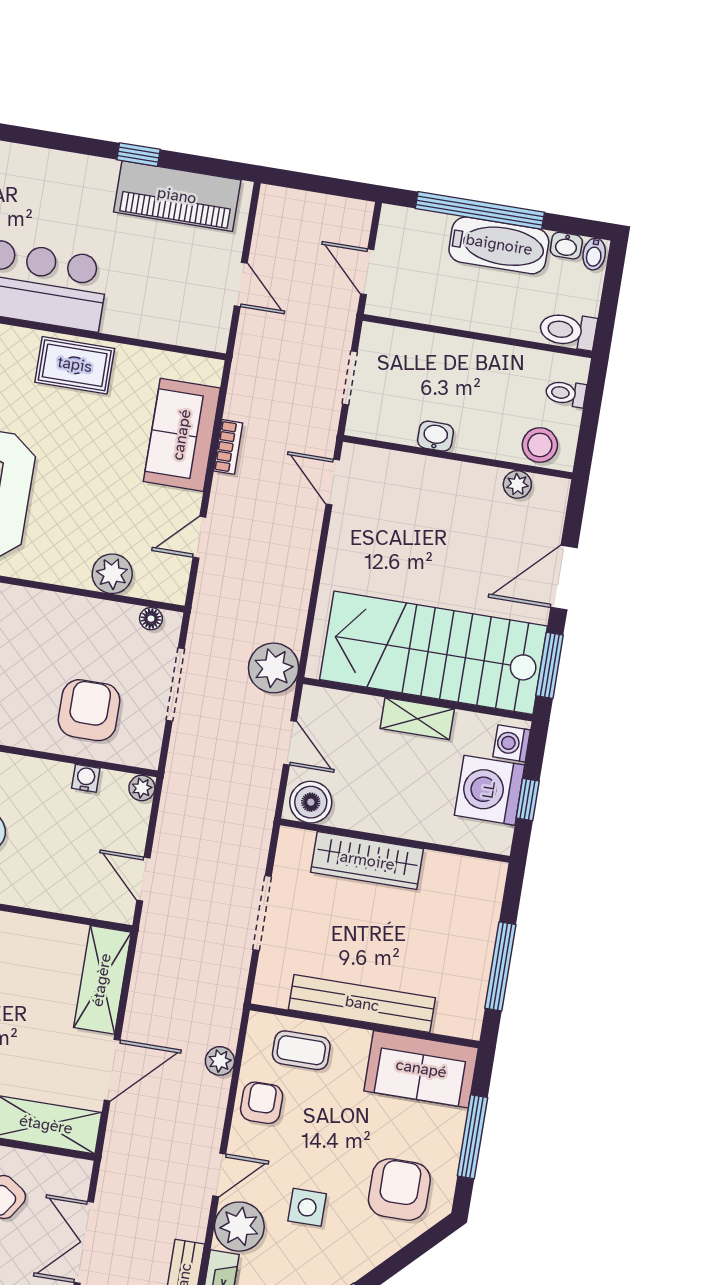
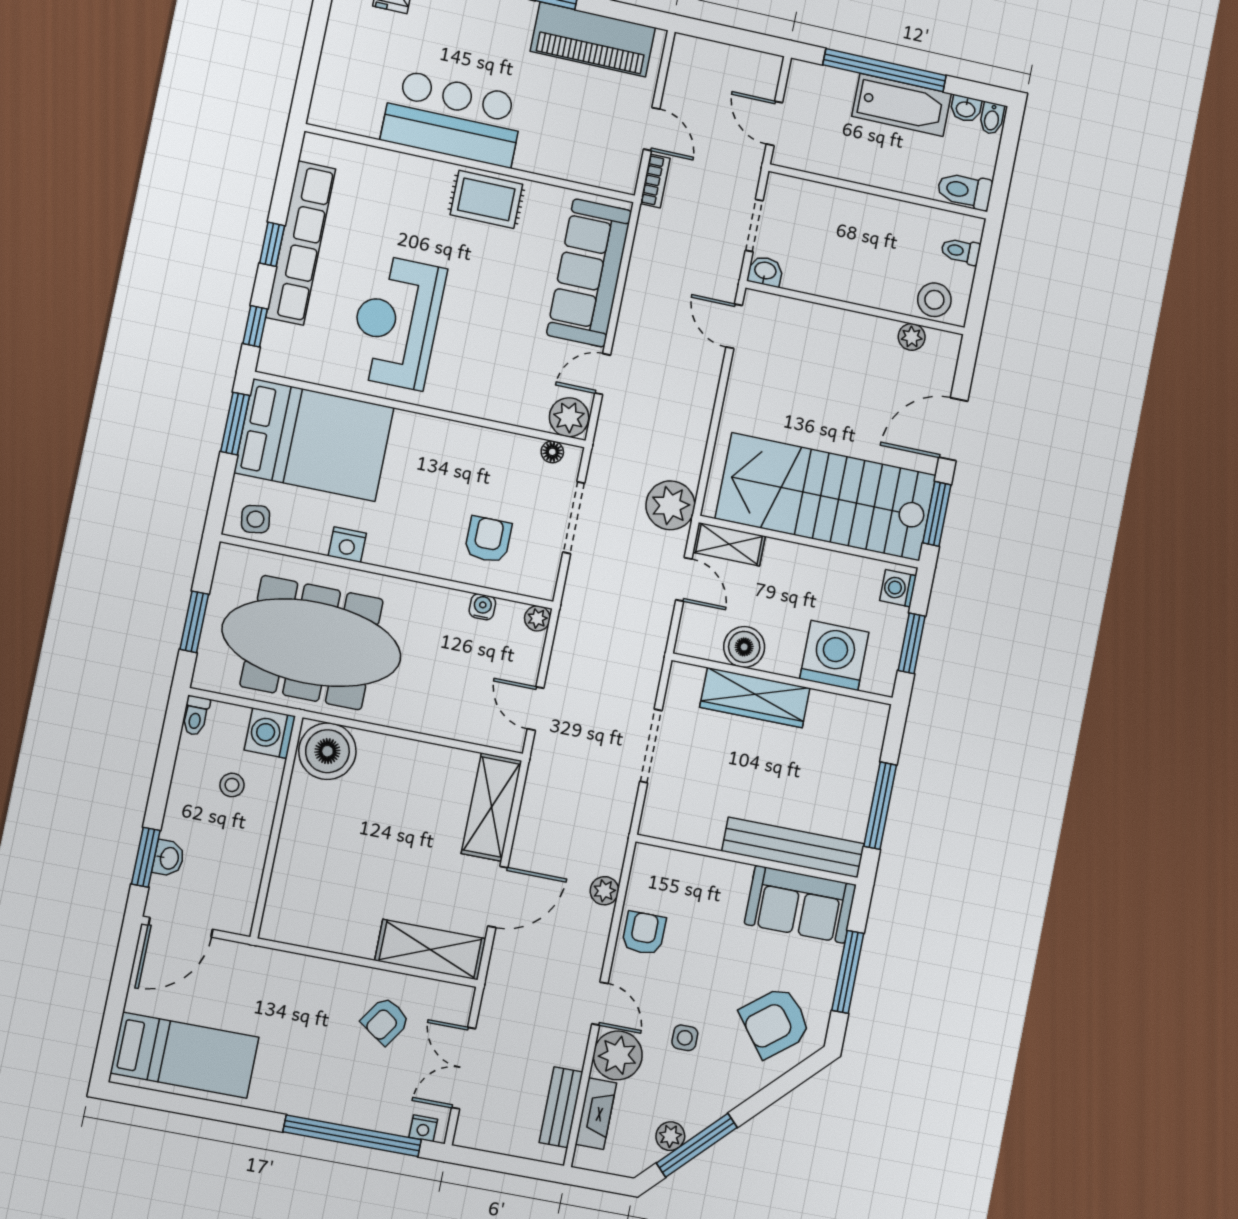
sofa: (182, 435) -> (589, 273), width x1.36
washbasin: (435, 436) -> (765, 271), moved
bookcase: (228, 447) -> (655, 181), moved
plant: (112, 574) -> (569, 417), moved
armchair: (89, 710) -> (488, 540), width x0.72, depth x0.72
shelving: (417, 719) -> (729, 544), moved
washing machine: (489, 790) -> (834, 655), moved, turned 90
window: (528, 799) -> (912, 643), width x1.50
boiler: (311, 802) -> (744, 647), moved
bench: (362, 1004) -> (793, 847), moved
coffee table: (301, 1050) -> (684, 882), removed
door: (219, 1175) -> (600, 1004), hinge flipped
armchair: (399, 1189) -> (775, 1022), turned -128
side table: (307, 1207) -> (685, 1038), width x0.73, depth x0.73

